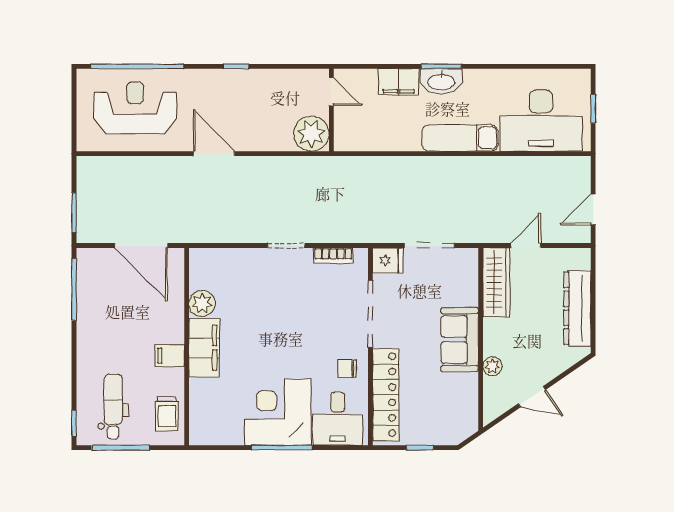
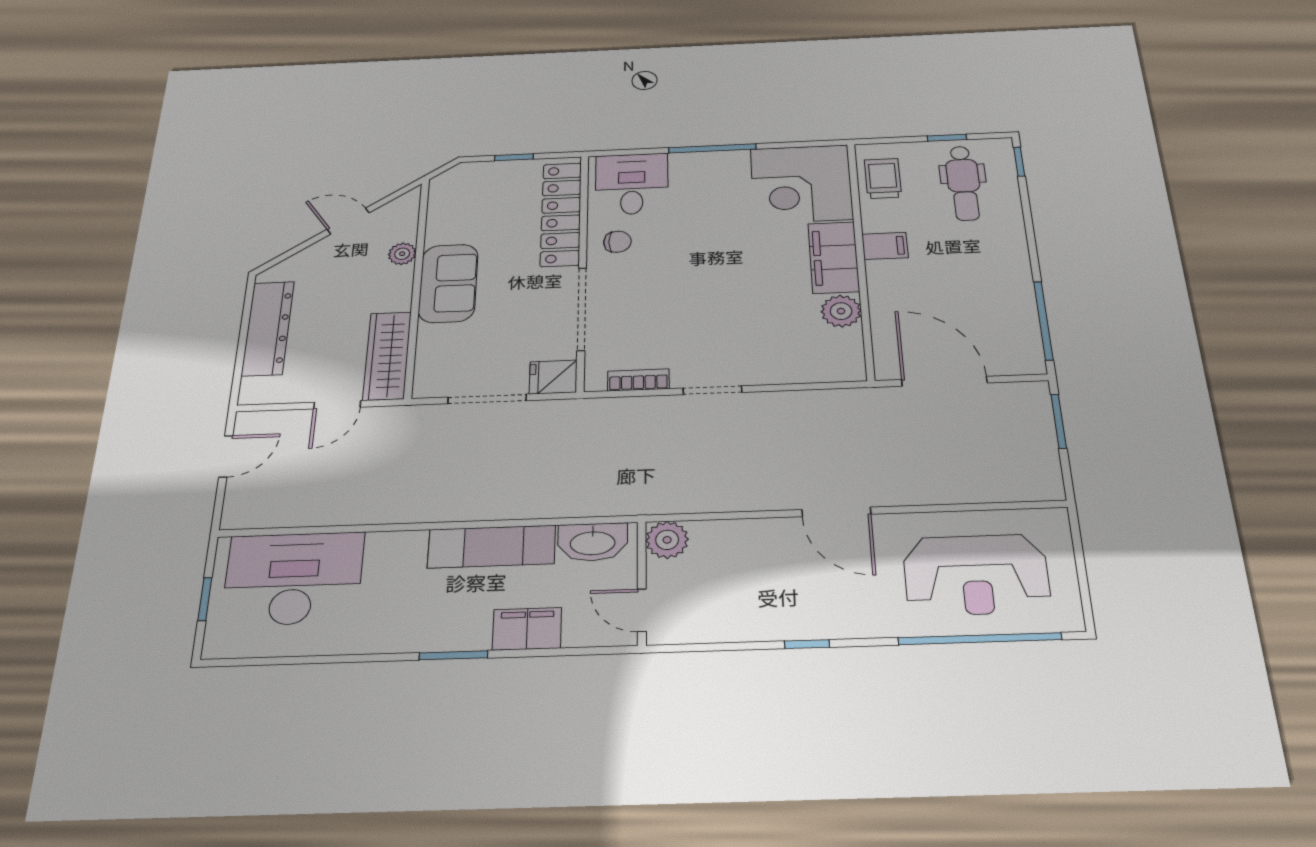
washbasin: (441, 81) -> (593, 542), moved, turned 180
plant: (311, 134) -> (667, 540), width x0.73, depth x0.73
exam couch: (460, 138) -> (492, 547), moved
corner desk: (278, 412) -> (801, 184), moved, turned 90
window: (121, 448) -> (947, 138), width x0.46

